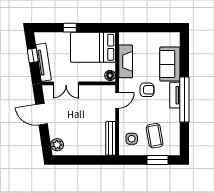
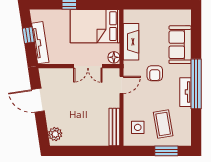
double door: (66, 83) -> (88, 66), moved
armchair: (147, 90) -> (155, 73), turned 90
tv unit: (175, 95) -> (186, 92), moved

